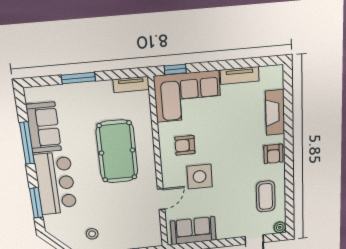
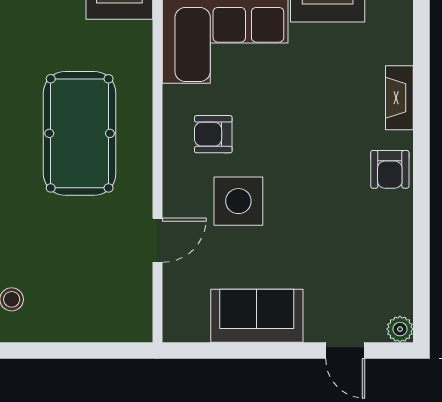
fireplace: (275, 112) -> (399, 98), width x0.73, depth x0.76
coffee table: (266, 196) -> (372, 258), removed
sofa: (193, 231) -> (257, 316), moved

